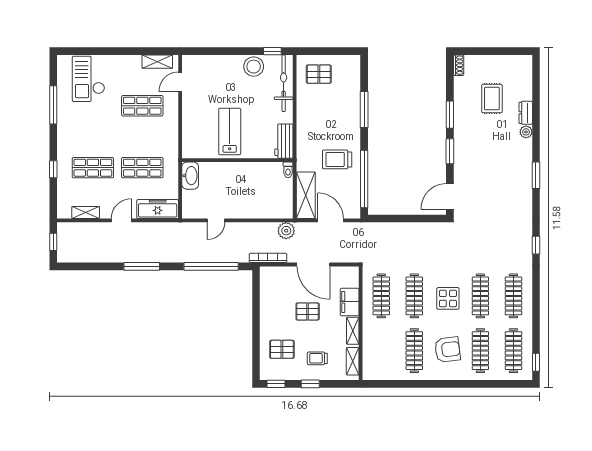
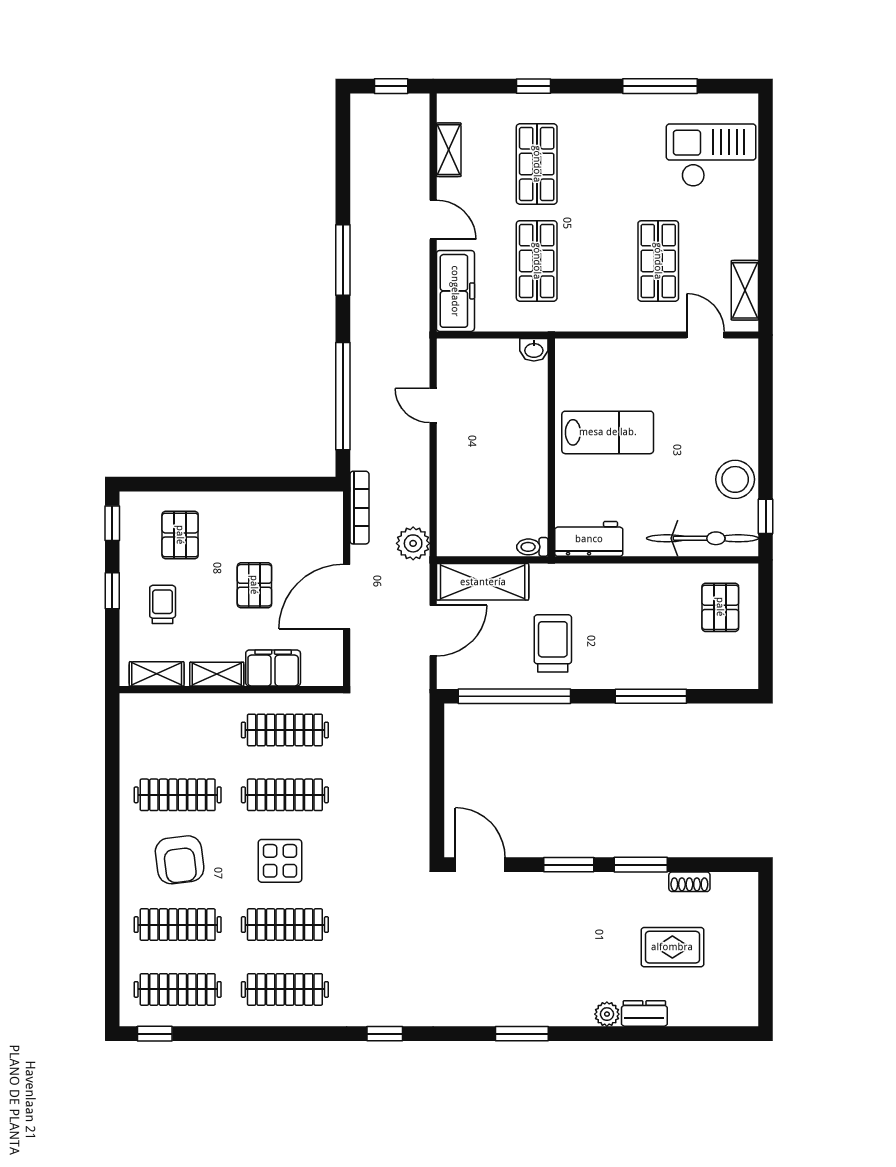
shoe rack: (459, 65) -> (689, 882), moved
washbasin: (190, 176) -> (534, 350), width x0.52, depth x0.69

